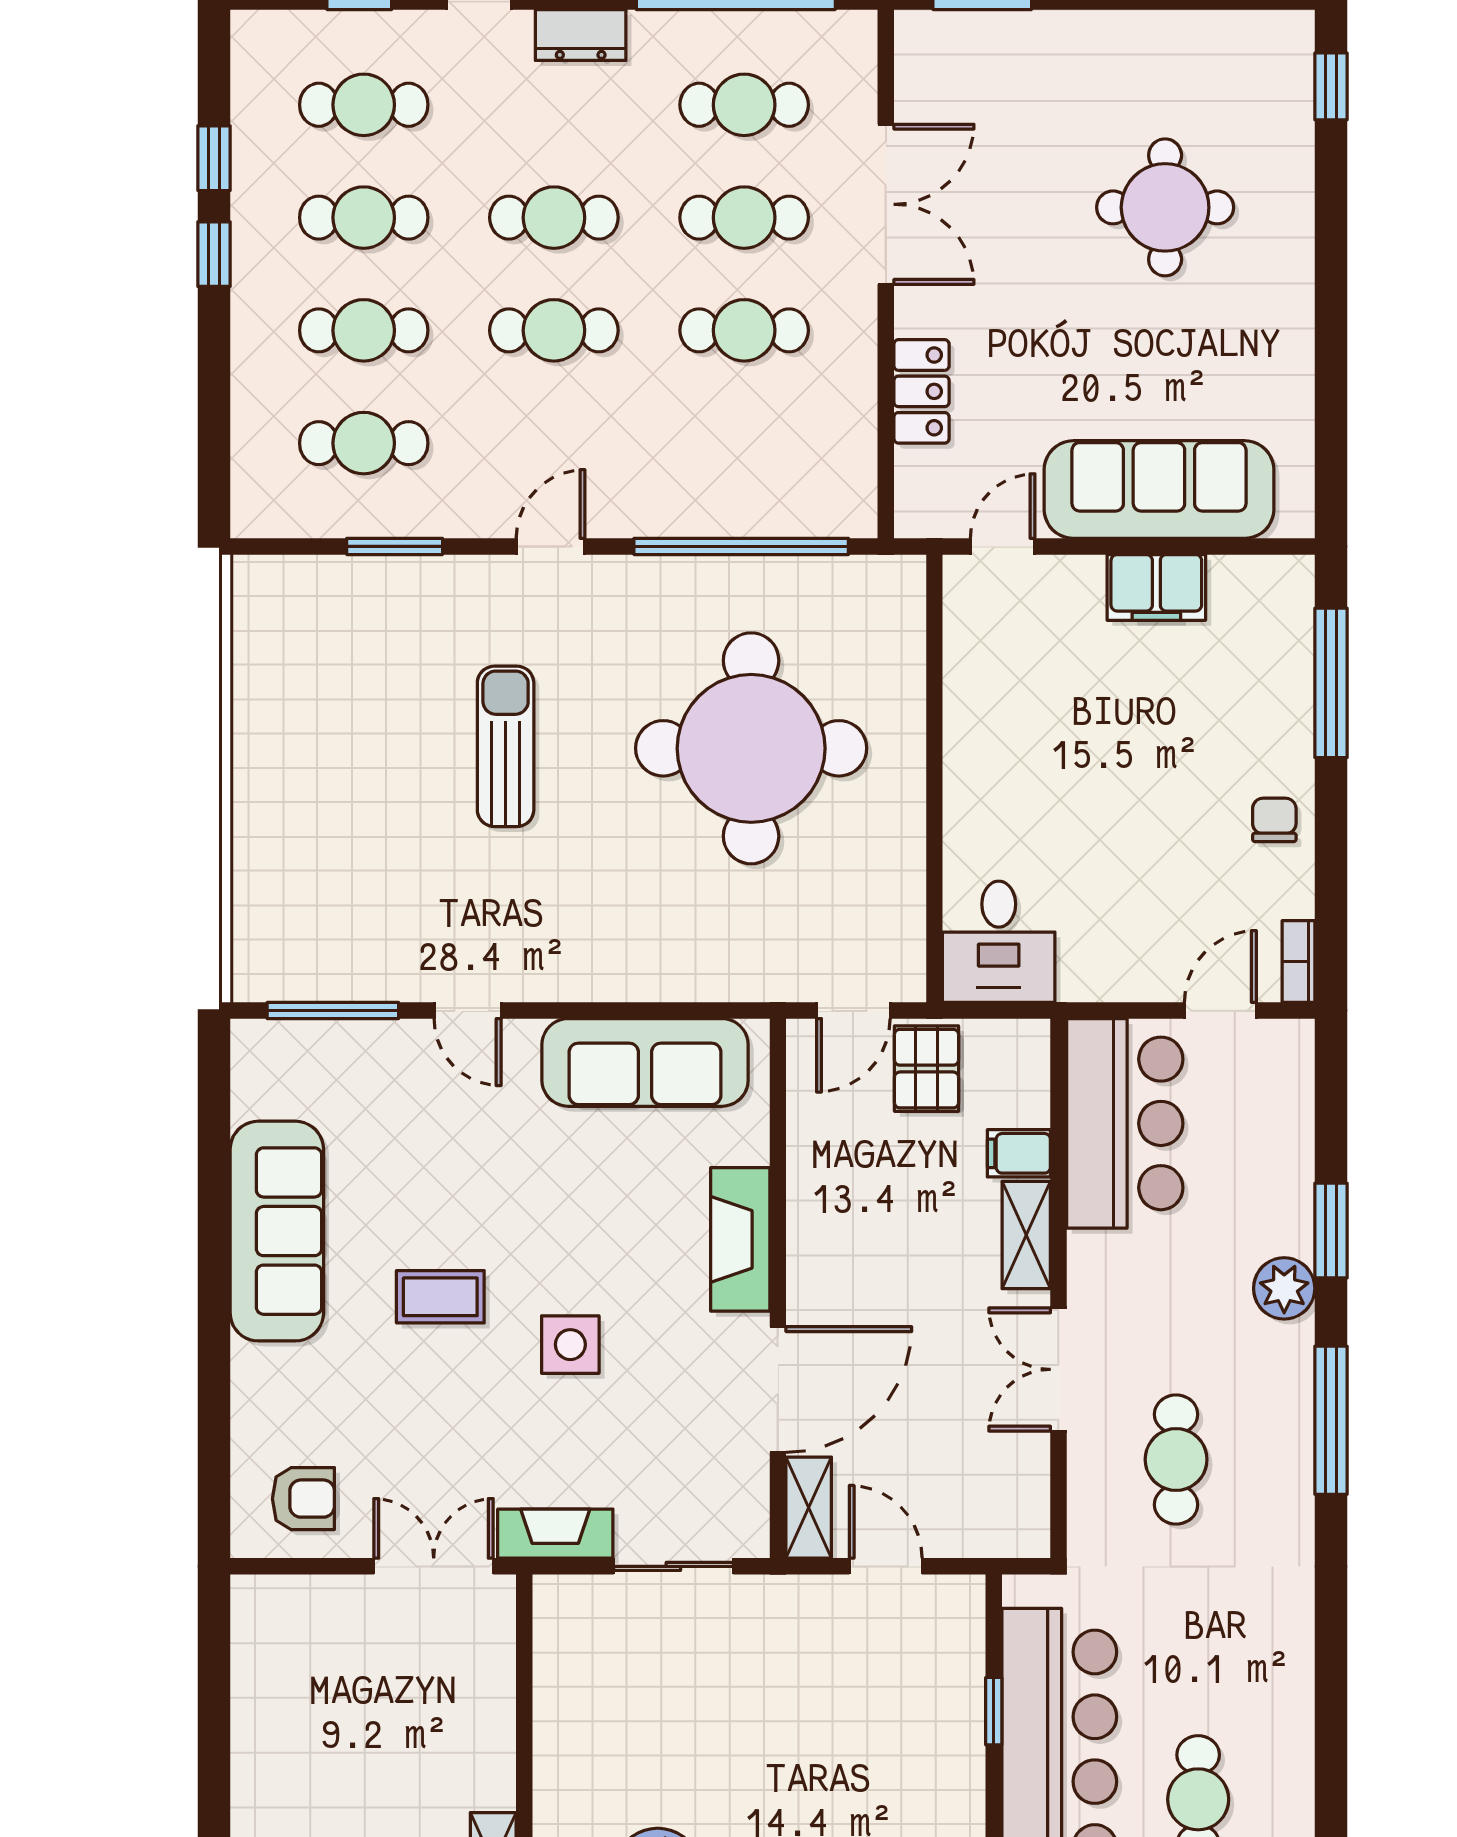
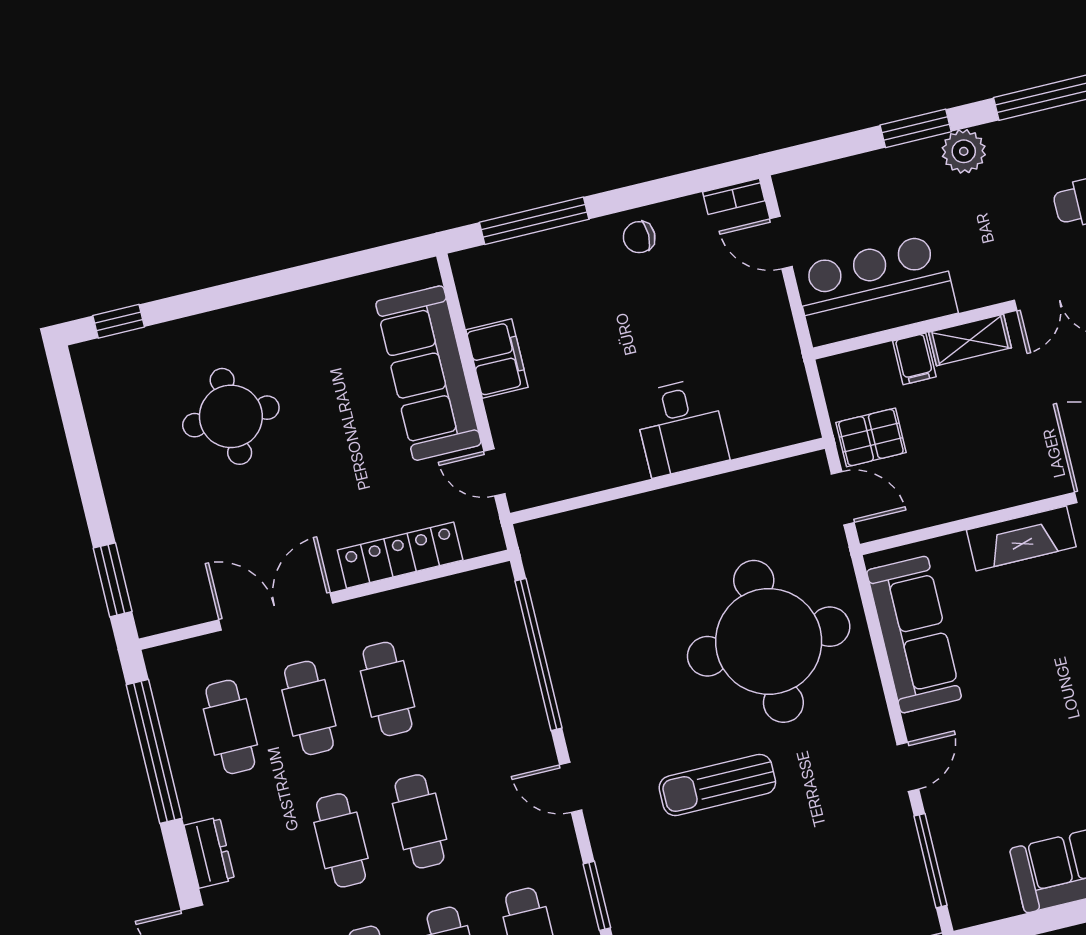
locker: (921, 391) -> (400, 555), width x1.53
round table: (751, 748) -> (769, 641), moved
desk: (999, 942) -> (681, 427), moved, turned 90

